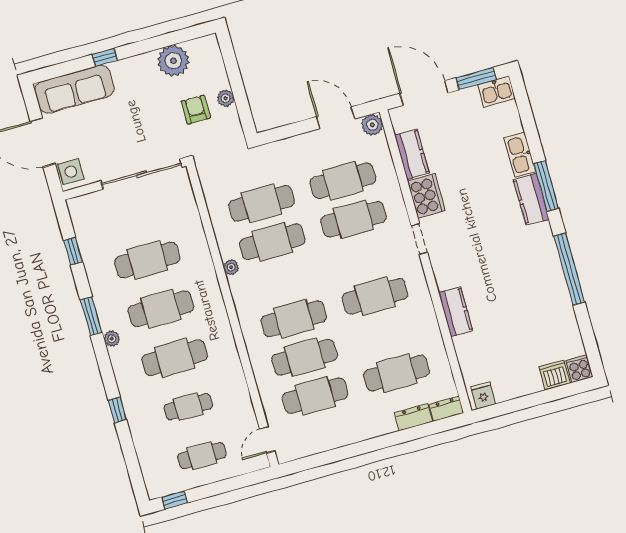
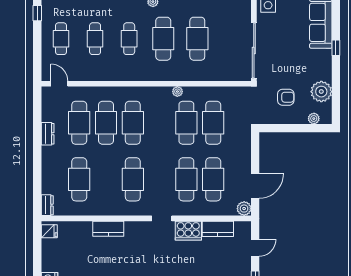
door: (424, 93) -> (255, 248), width x0.53
plant: (226, 98) -> (314, 119), moved
cafe table: (175, 358) -> (129, 39), width x0.73, depth x0.74
dresser: (413, 417) -> (48, 134), moved

